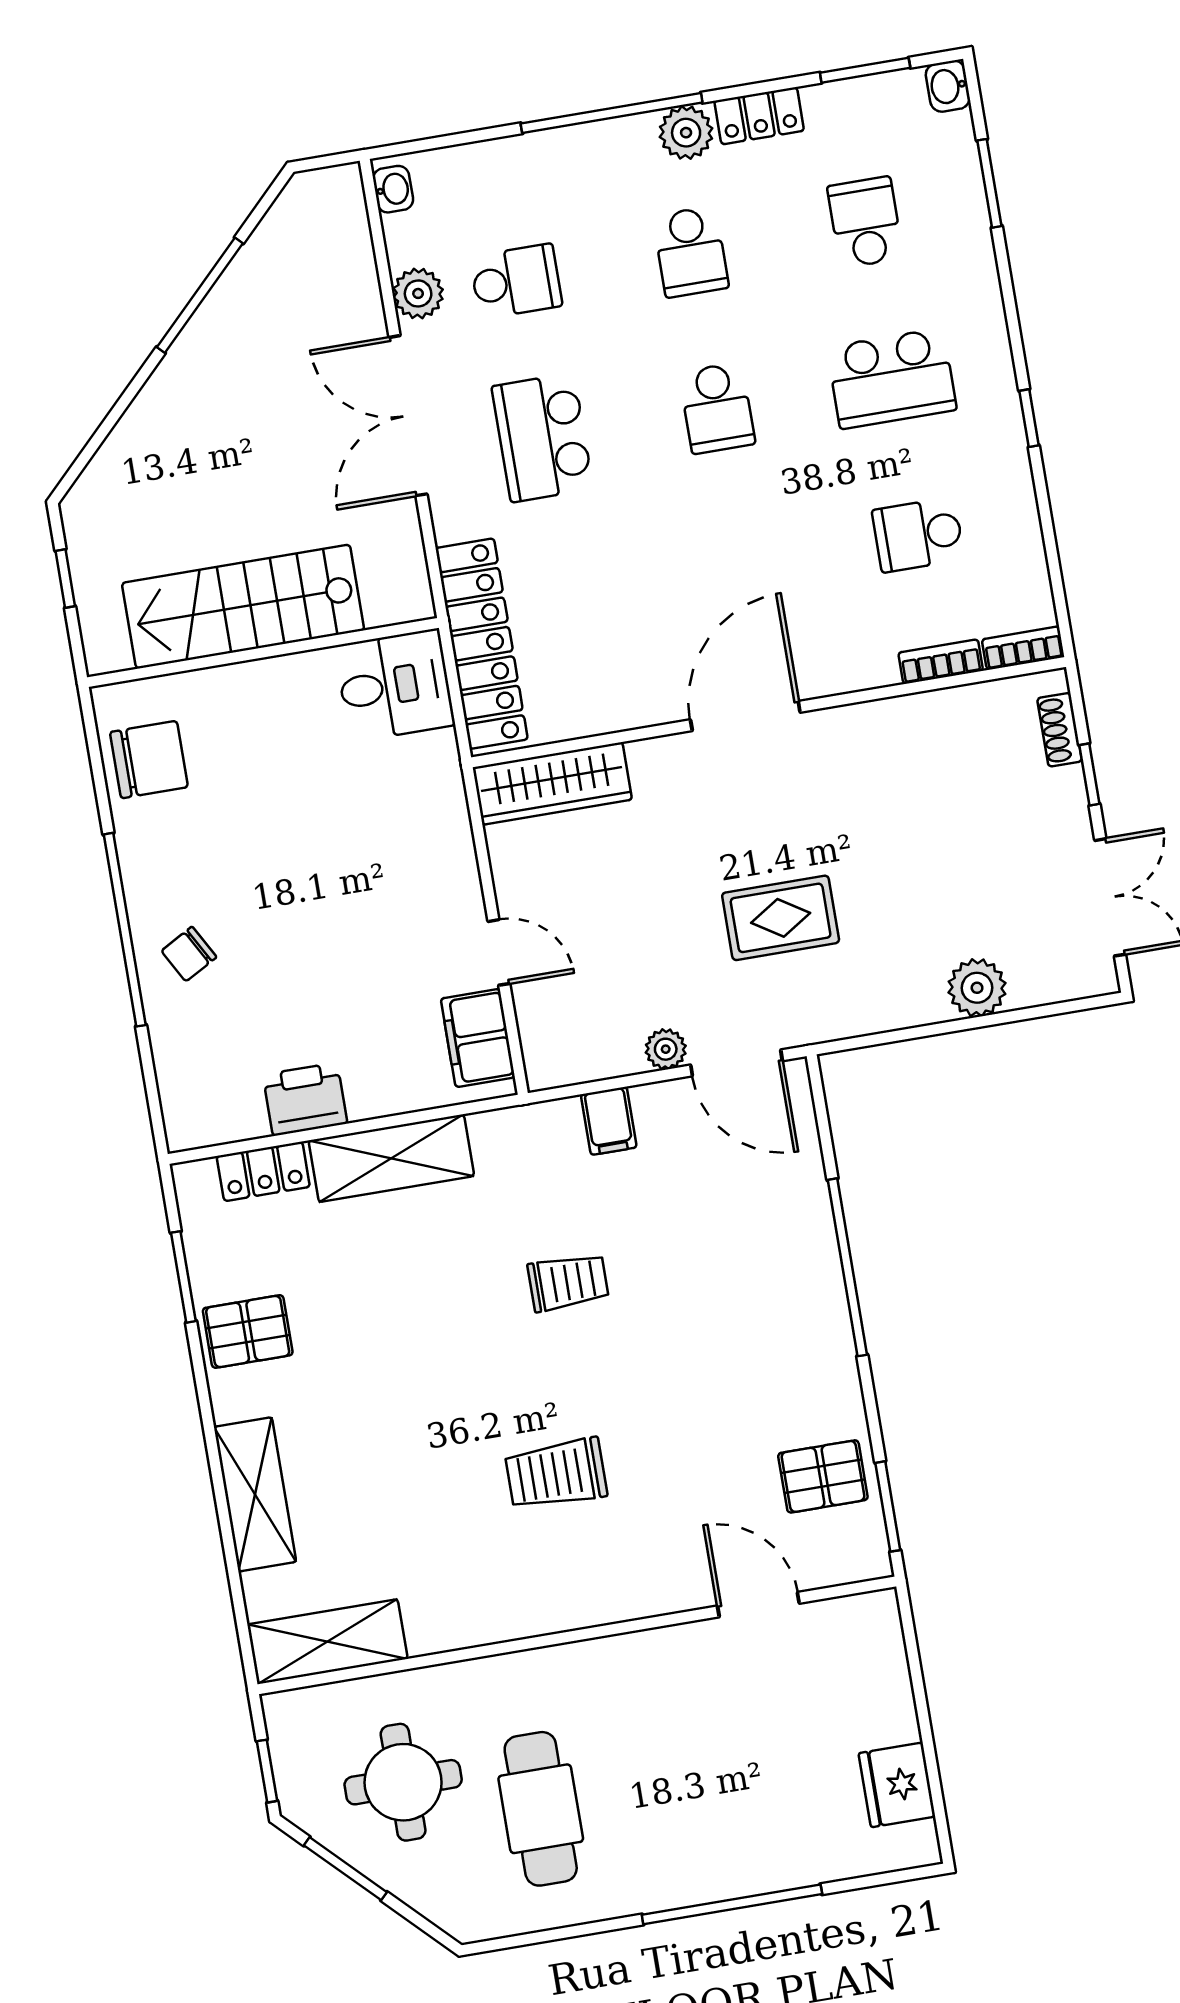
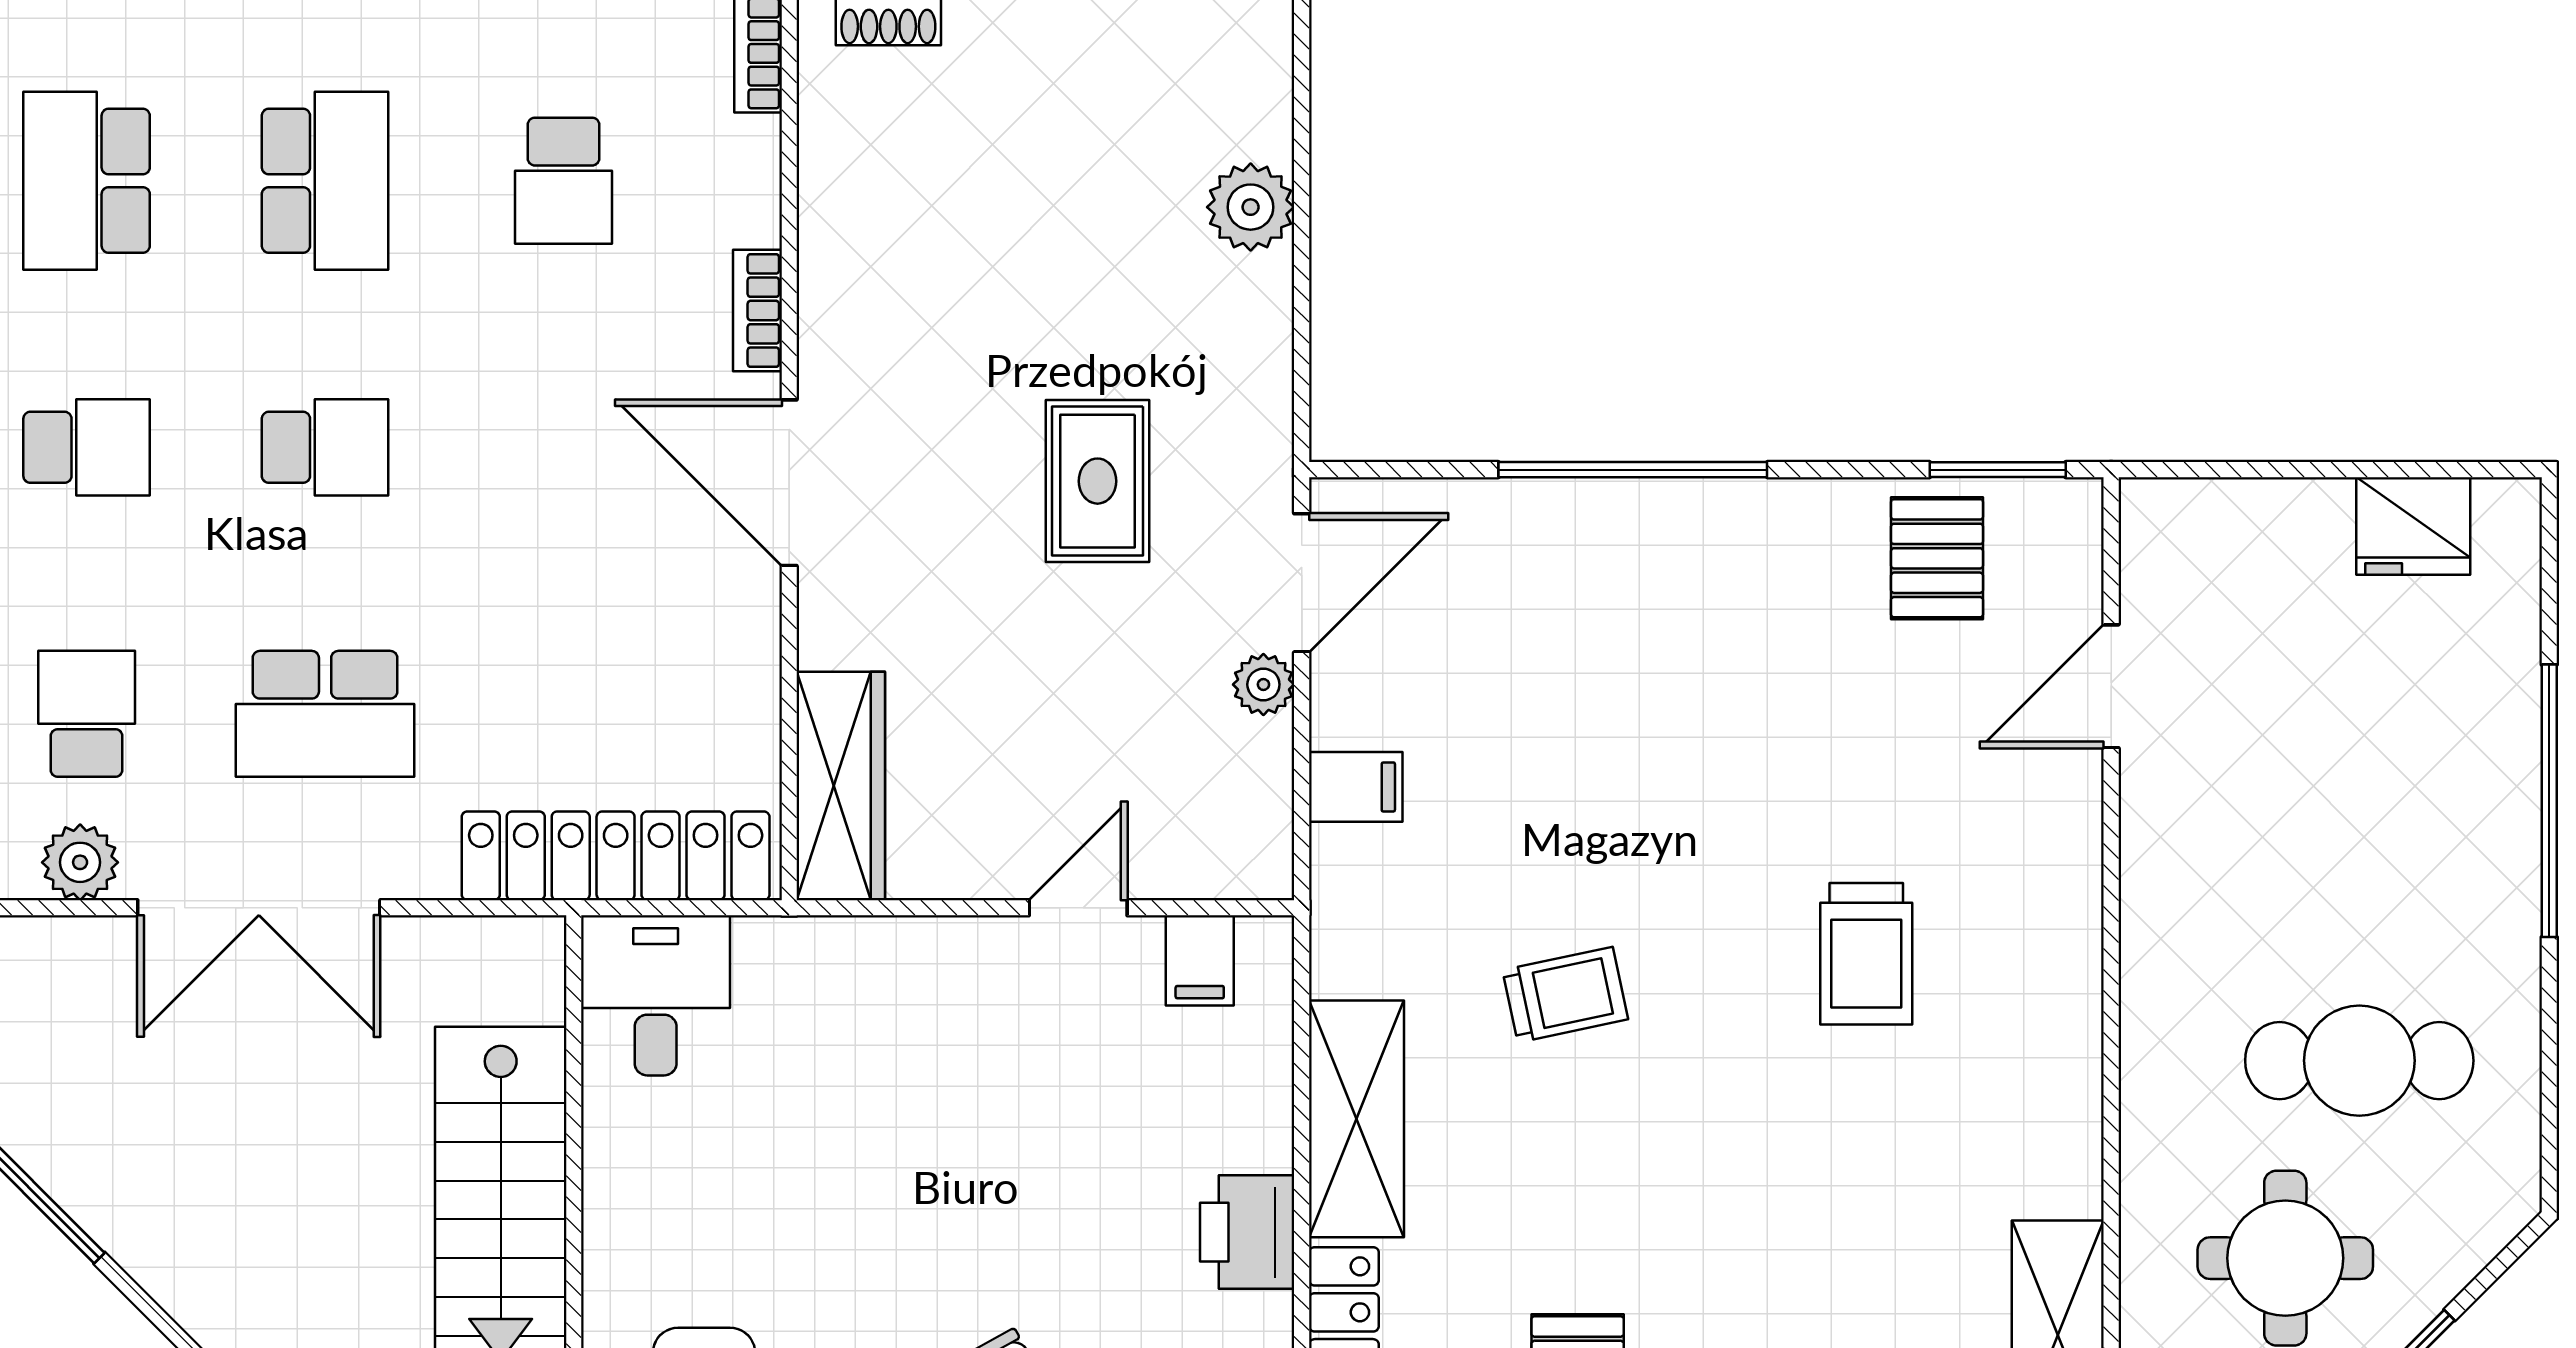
school desk: (865, 222) -> (87, 181), width x1.85
bookcase: (941, 662) -> (757, 310), moved
filing cabinet: (478, 1038) -> (1200, 960), width x0.50
trolley: (568, 1282) -> (1565, 995), moved, turned 78

